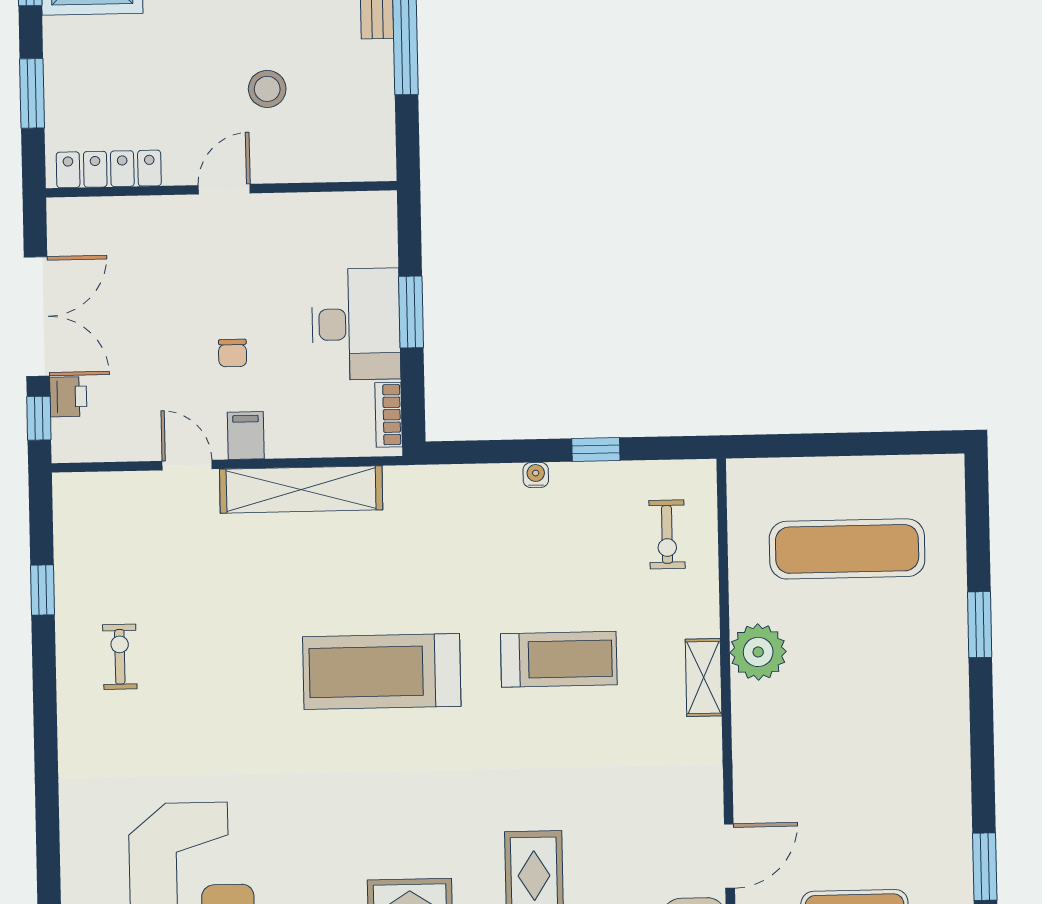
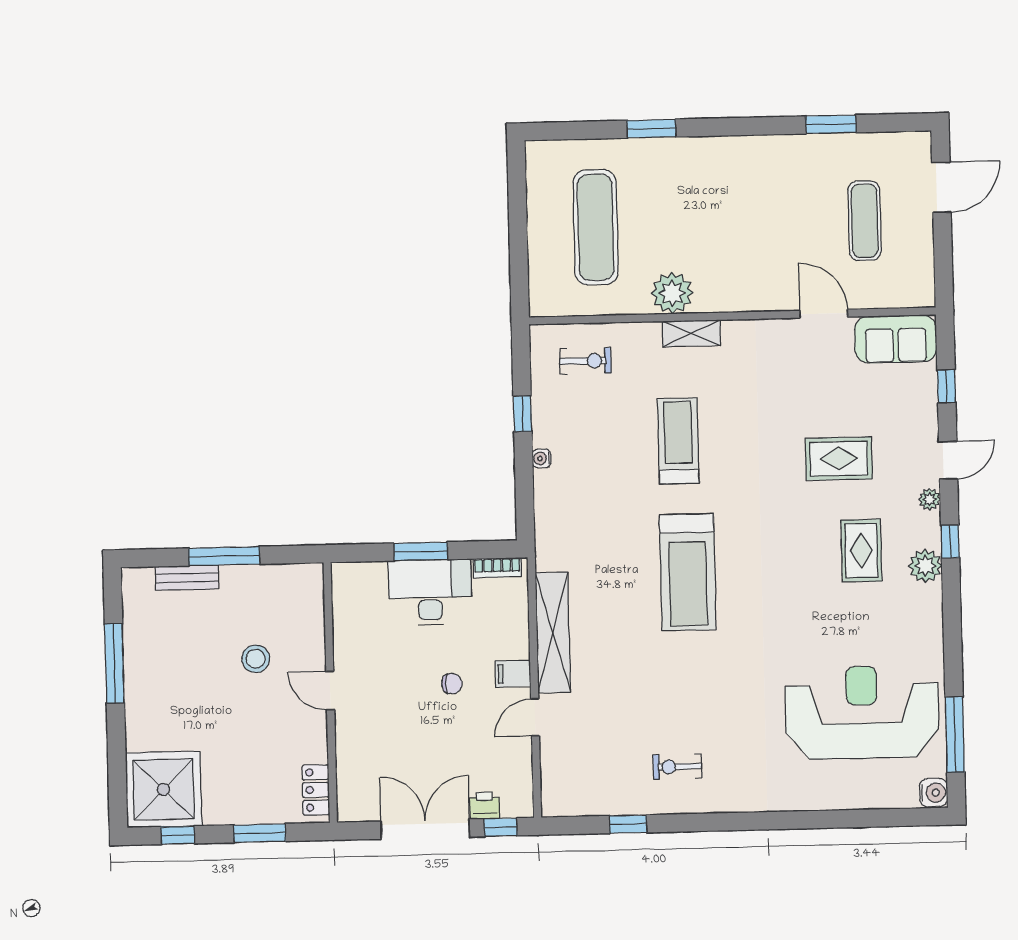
locker: (109, 169) -> (316, 790), width x0.66

